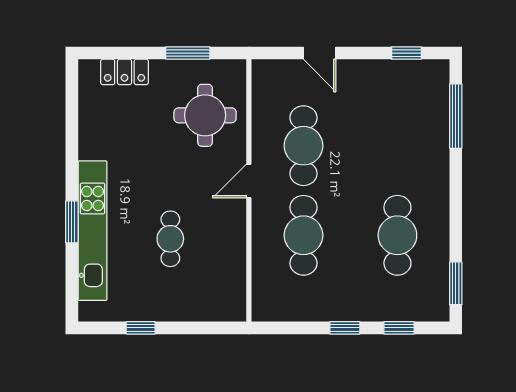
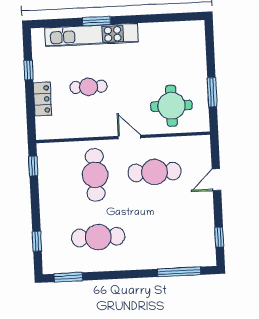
locker: (124, 72) -> (43, 99), moved, turned 180
cafe table: (303, 235) -> (95, 175), turned 90
window: (345, 328) -> (33, 166), moved

